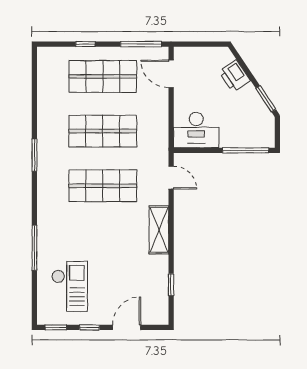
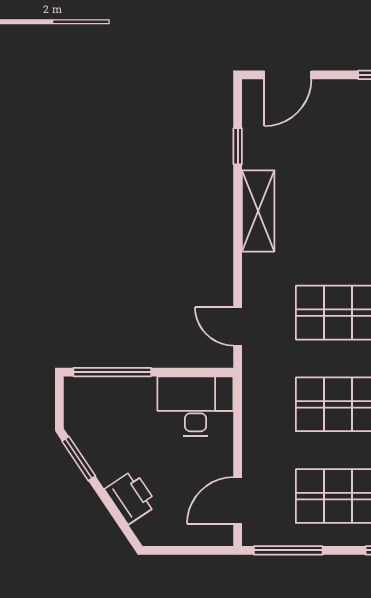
door: (171, 74) -> (238, 500), swing flipped
shelving: (159, 230) -> (258, 211), moved
door: (127, 327) -> (288, 75), moved

